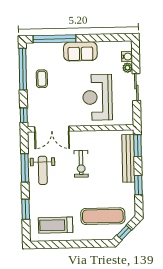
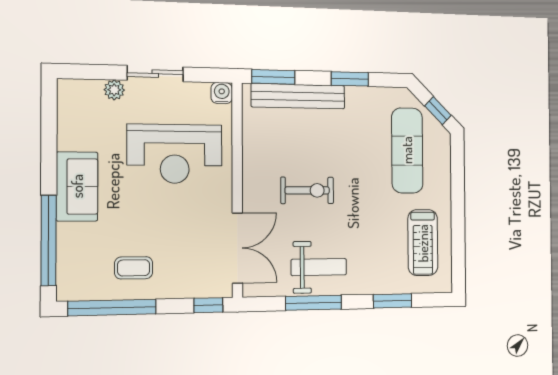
water cooler: (127, 57) -> (222, 93), moved

